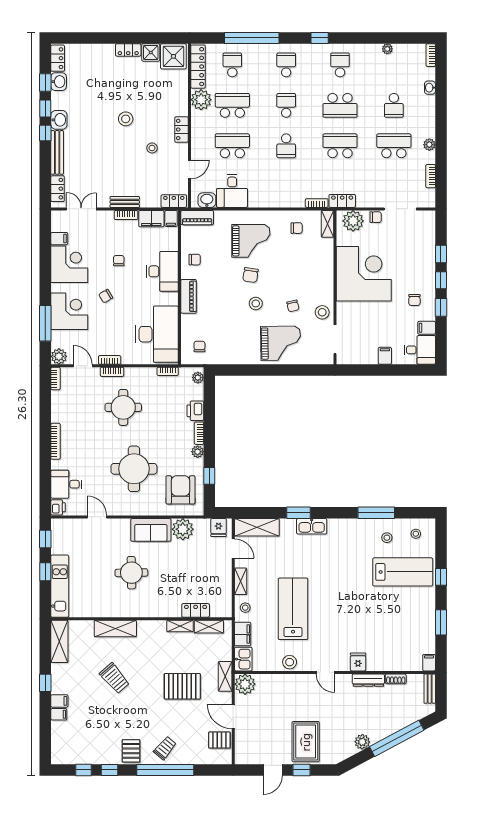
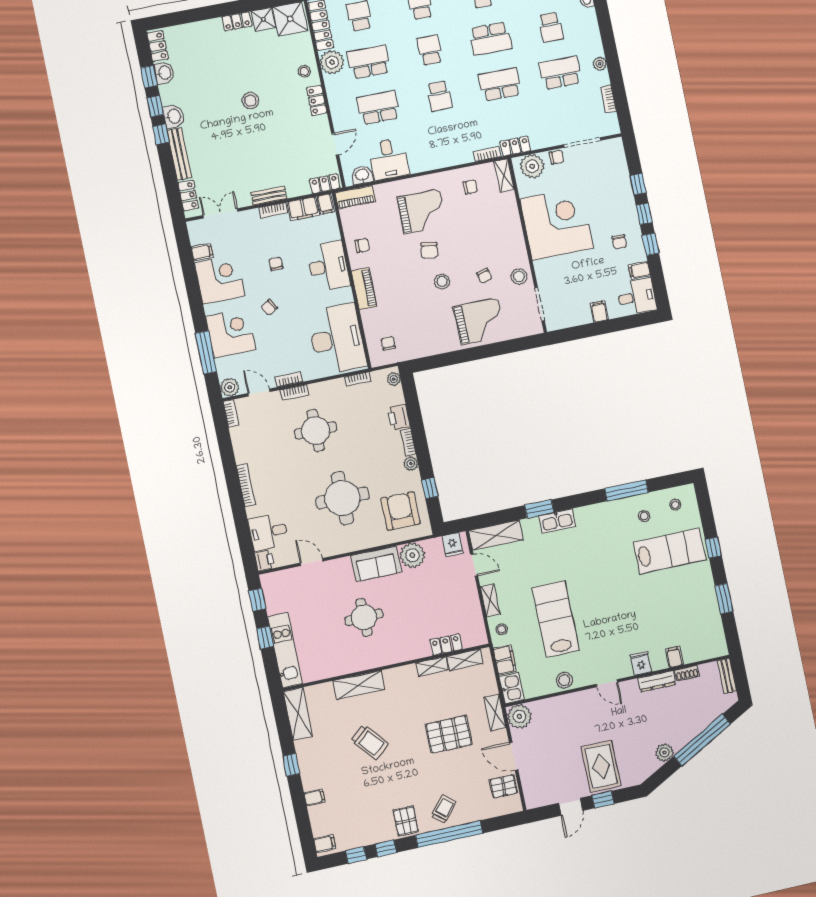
stool: (152, 148) -> (304, 71), moved
filing cabinet: (429, 663) -> (674, 657), moved
filing cabinet: (59, 701) -> (325, 844), moved

